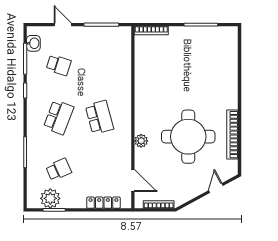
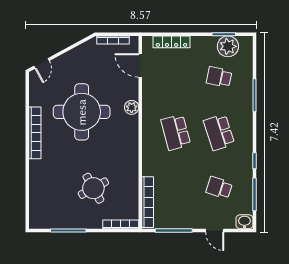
washbasin: (33, 43) -> (244, 222), moved, turned 90
bookcase: (126, 51) -> (148, 202), added
round table: (177, 65) -> (93, 188), added
school desk: (59, 117) -> (219, 132), turned -39
bookcase: (232, 135) -> (35, 133), moved
school desk: (59, 169) -> (219, 77), turned 36
door: (216, 188) -> (41, 63), moved

